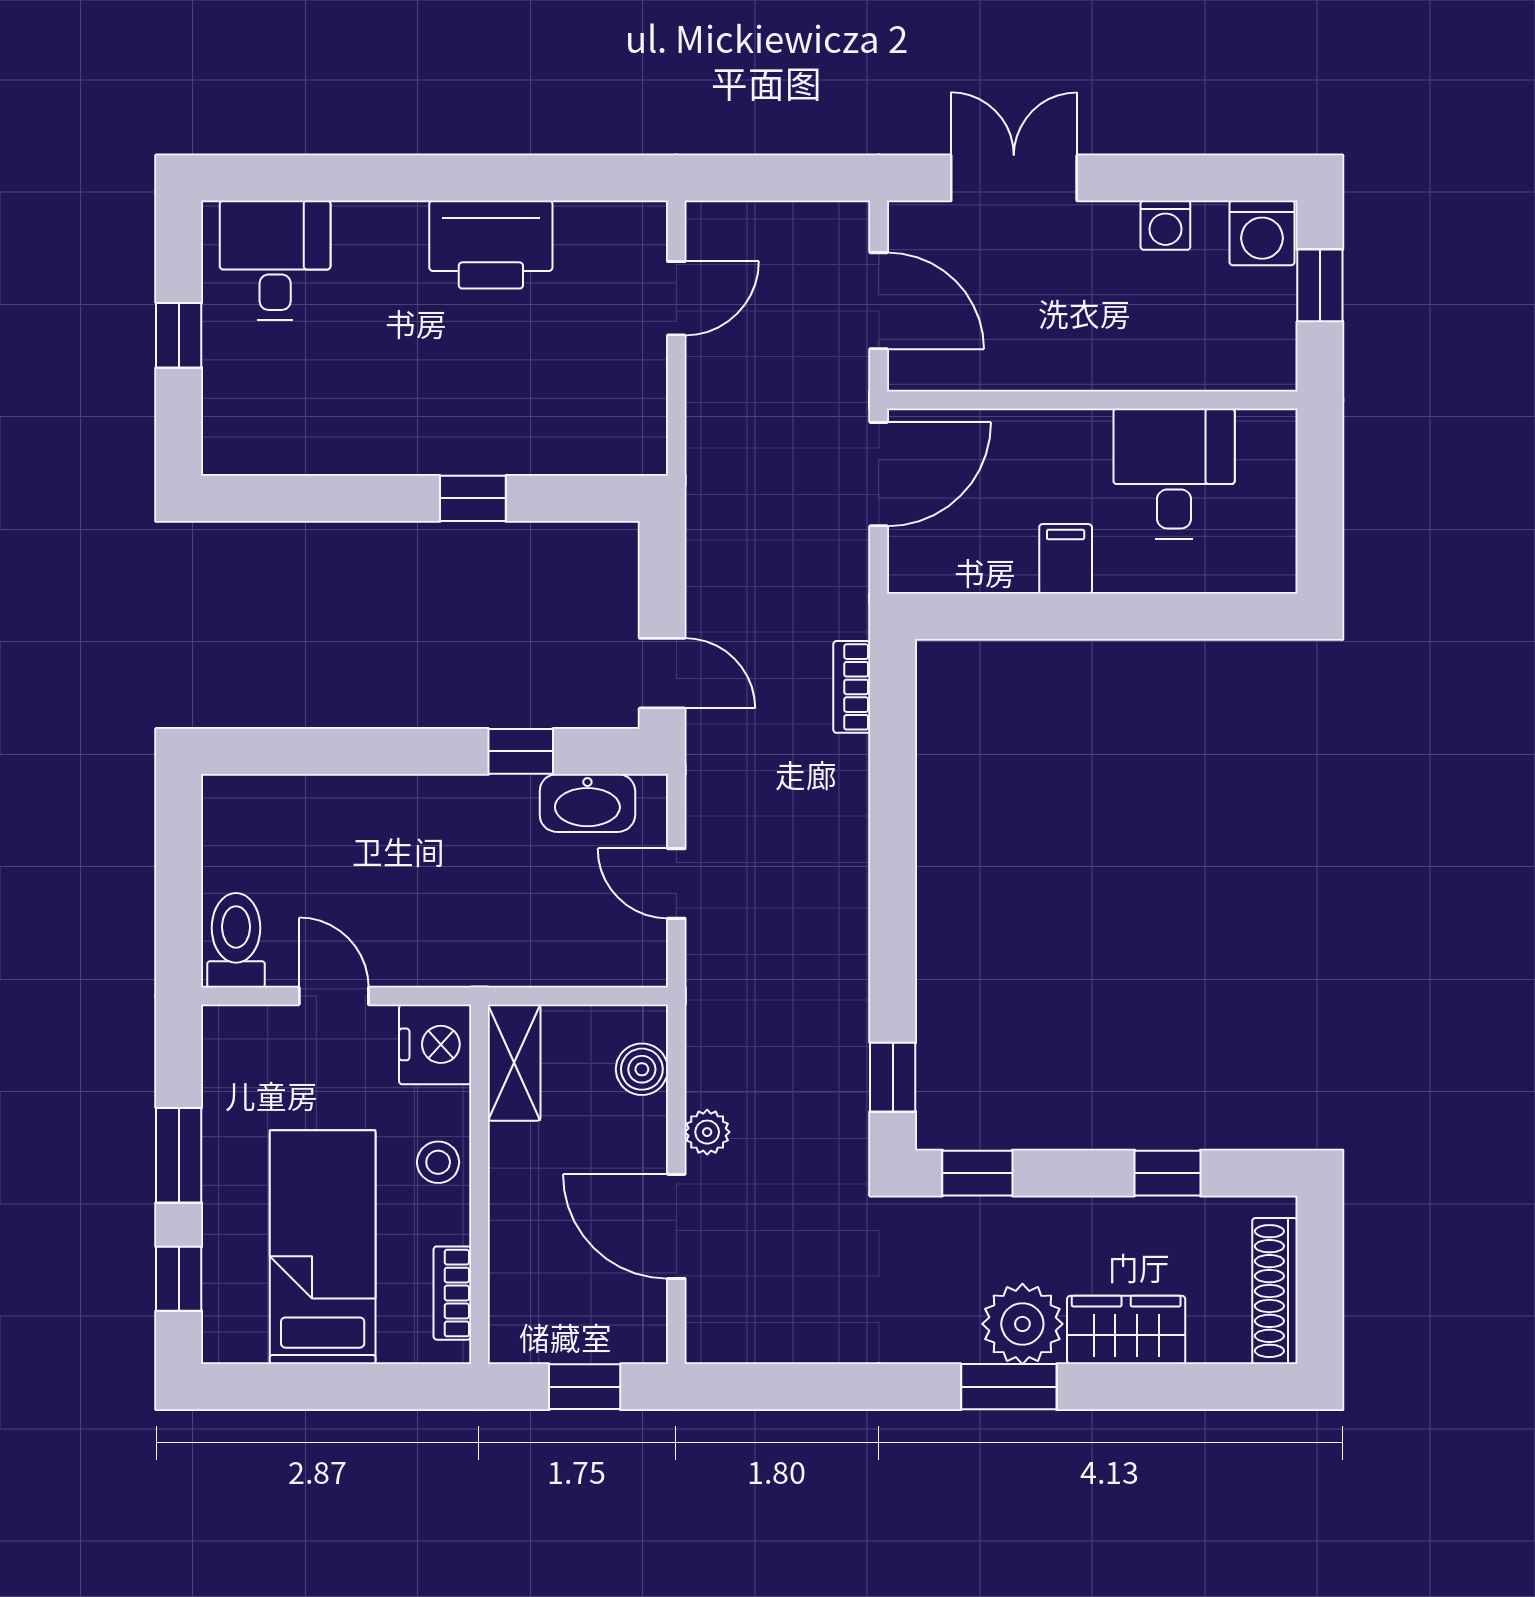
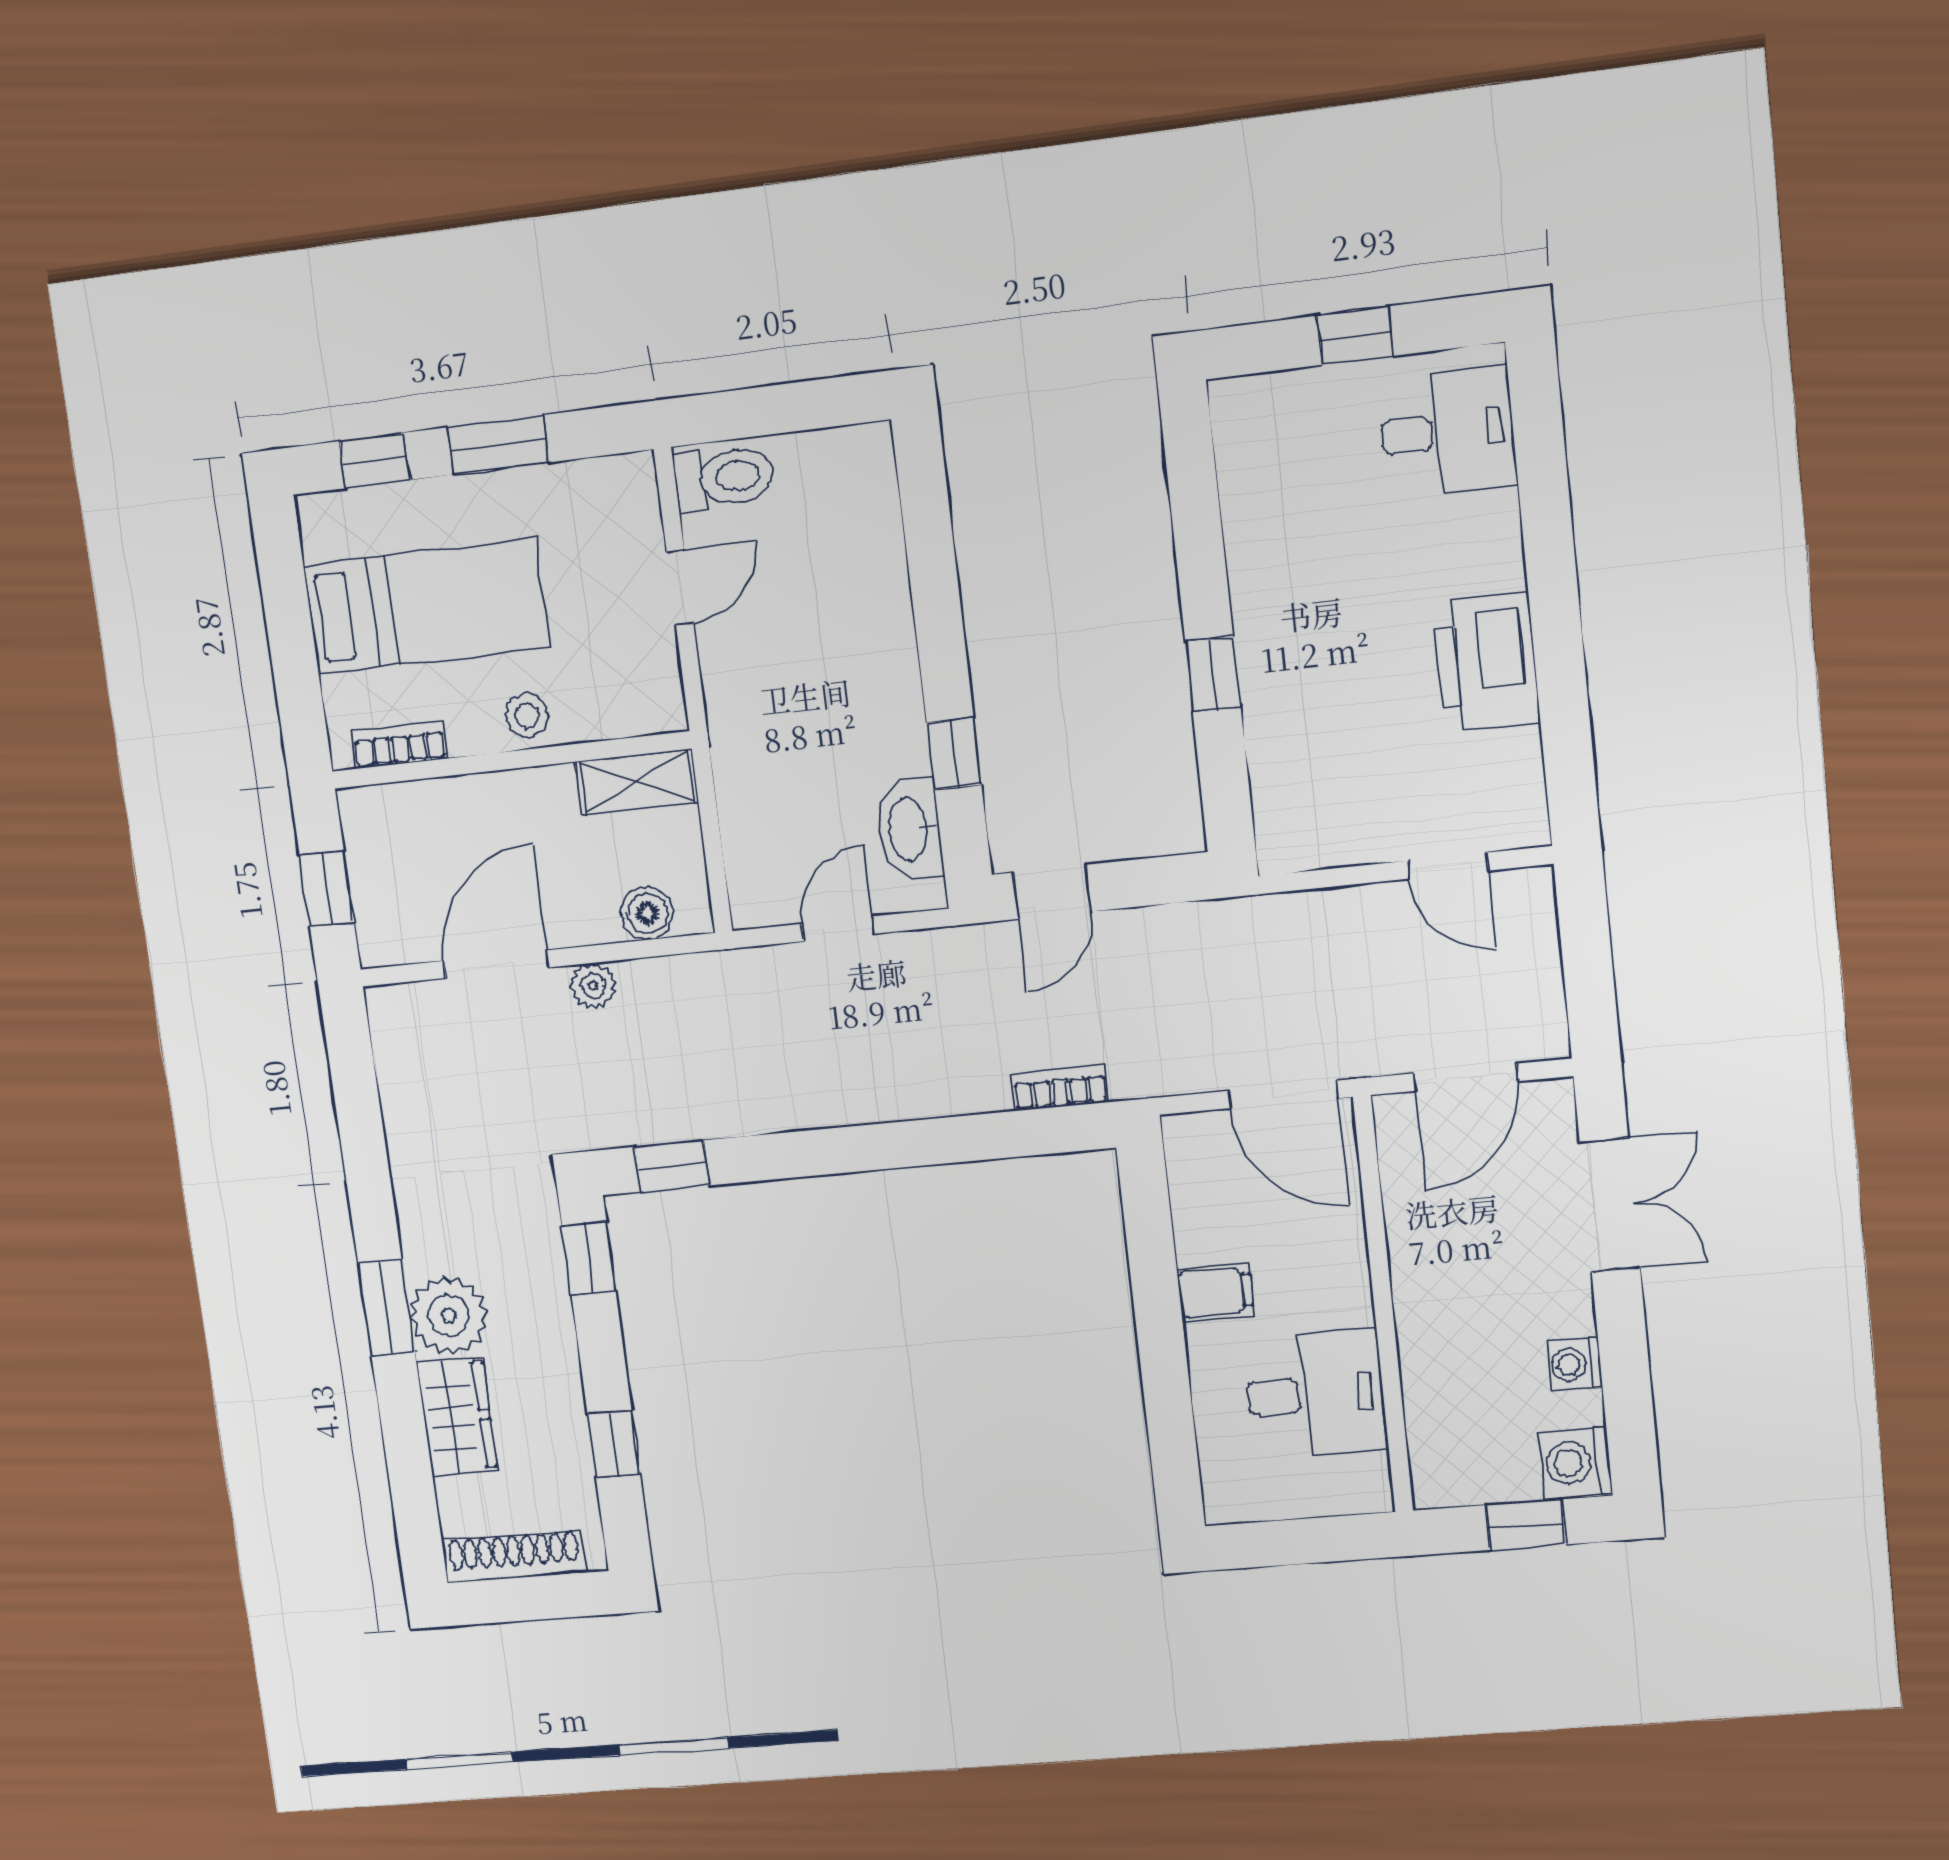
nightstand: (435, 1044) -> (645, 699), removed

